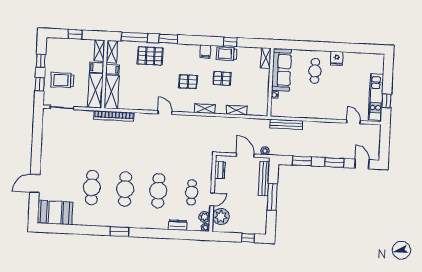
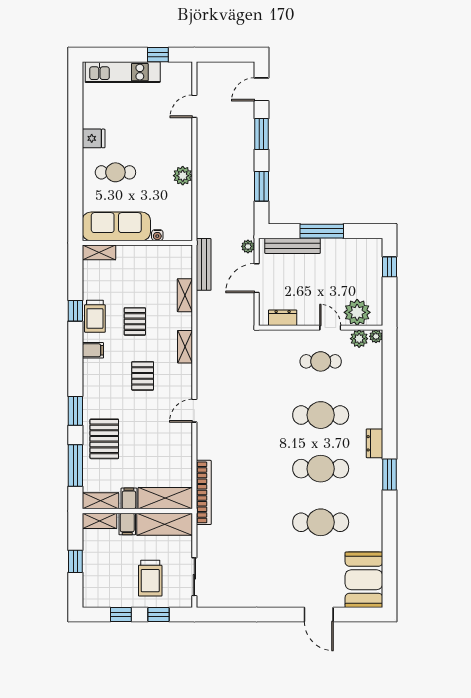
kitchen unit: (376, 97) -> (123, 72), moved
plant: (311, 113) -> (183, 176), added
bench: (286, 124) -> (204, 264), moved
dresser: (178, 225) -> (374, 443), moved

